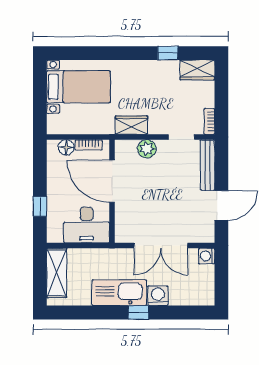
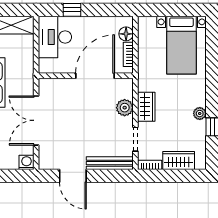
plant: (153, 67) -> (200, 114), added
wardrobe: (197, 70) -> (179, 161), moved, turned 90
wardrobe: (131, 125) -> (146, 107), moved
desk: (87, 225) -> (55, 37), moved

